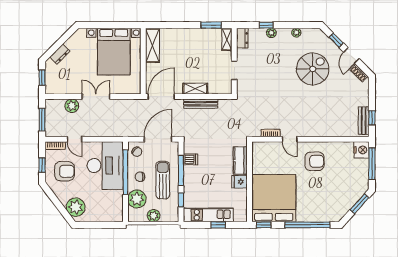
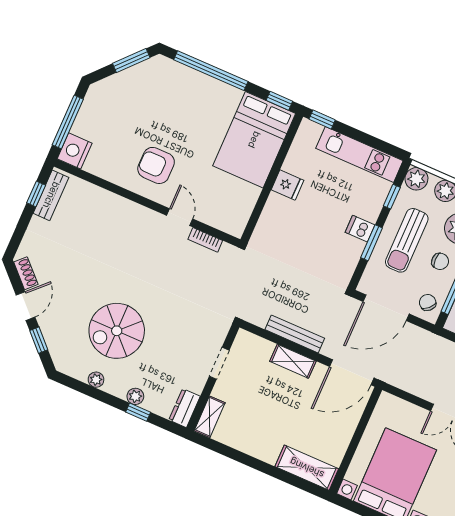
window: (211, 25) -> (224, 450), removed
shelving: (152, 45) -> (307, 468), moved, turned 90
spiral stairs: (313, 69) -> (117, 331), moved
dishwasher: (190, 159) -> (360, 229), moved
kitchen counter: (240, 160) -> (272, 218), removed
window: (181, 171) -> (372, 243), width x0.69
bed: (274, 198) -> (254, 140), width x0.73
window: (360, 204) -> (131, 61), moved
plant: (172, 215) -> (416, 179), added
window: (218, 225) -> (322, 120), moved

